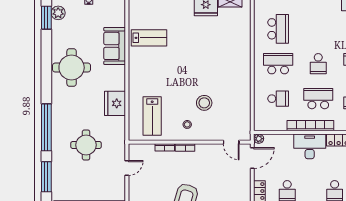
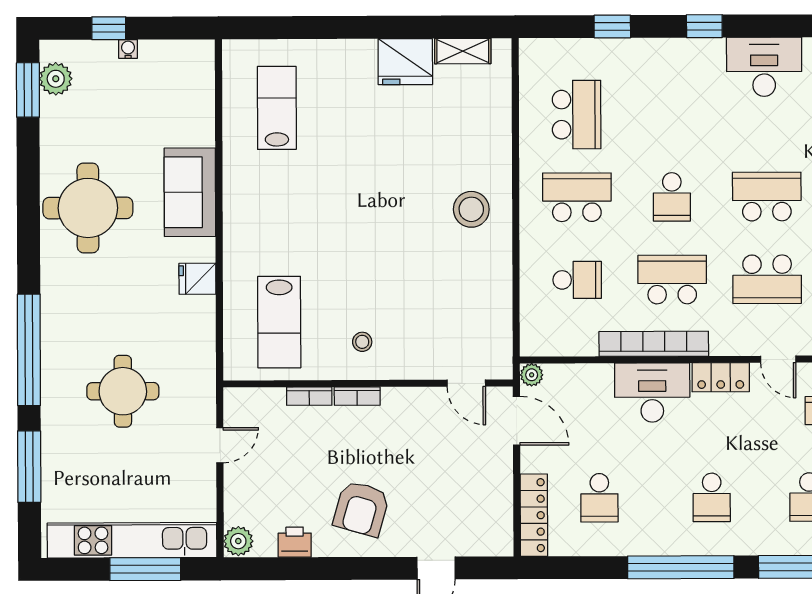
lab bench: (149, 38) -> (277, 108), moved, turned -90
sofa: (115, 46) -> (190, 192), moved
fridge: (115, 103) -> (197, 279), width x0.53, depth x0.75
stool: (204, 103) -> (471, 209), moved
door: (252, 158) -> (516, 421), hinge flipped

